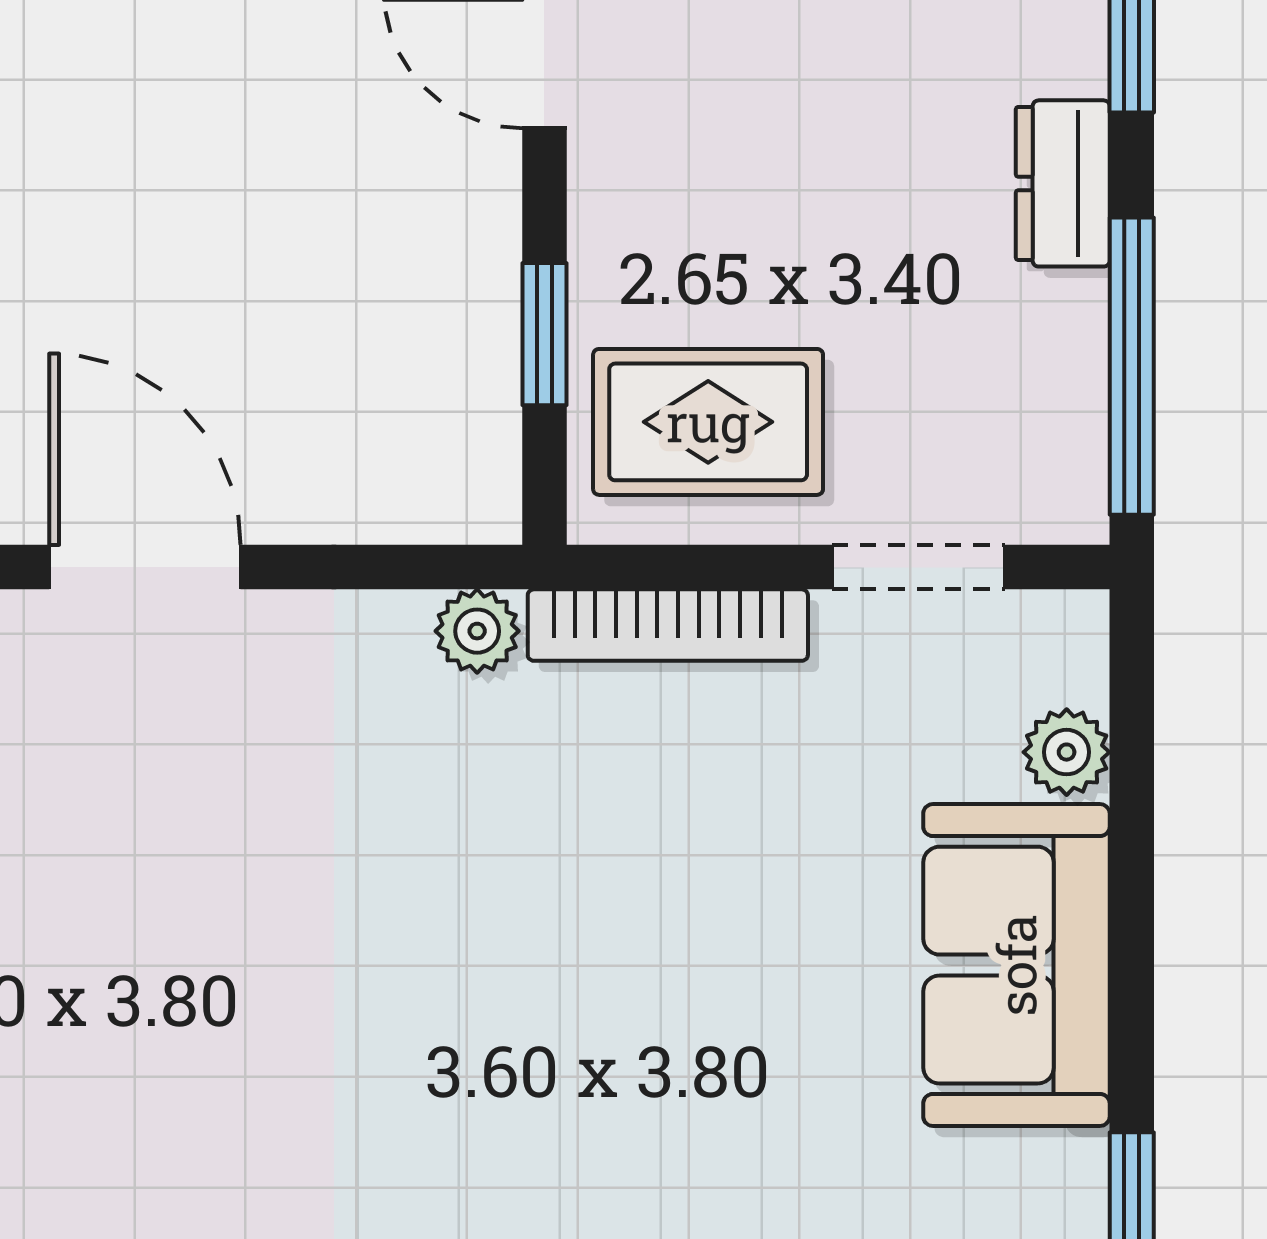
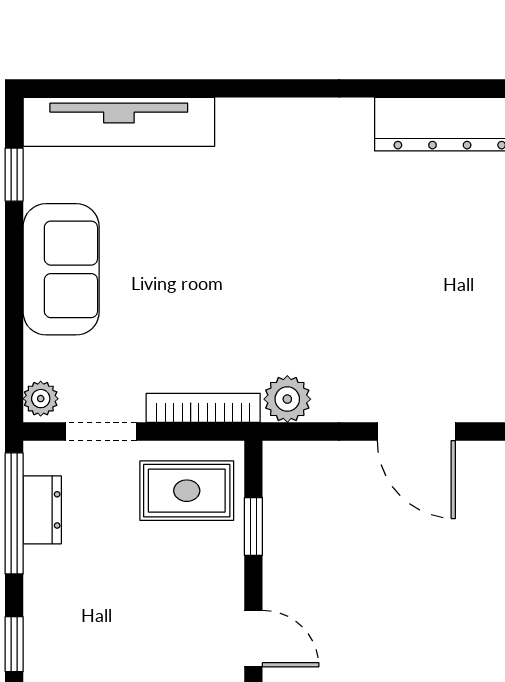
dresser: (1063, 183) -> (42, 510), moved
plant: (477, 631) -> (287, 399), width x1.38, depth x1.38
plant: (1067, 752) -> (41, 399), moved

